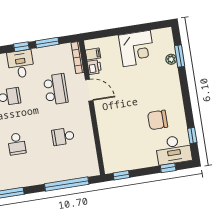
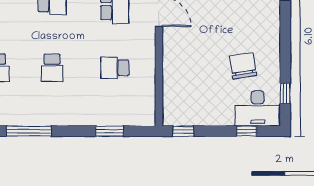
chair: (158, 120) -> (243, 66), turned 81
window: (67, 184) -> (110, 131), width x0.47

